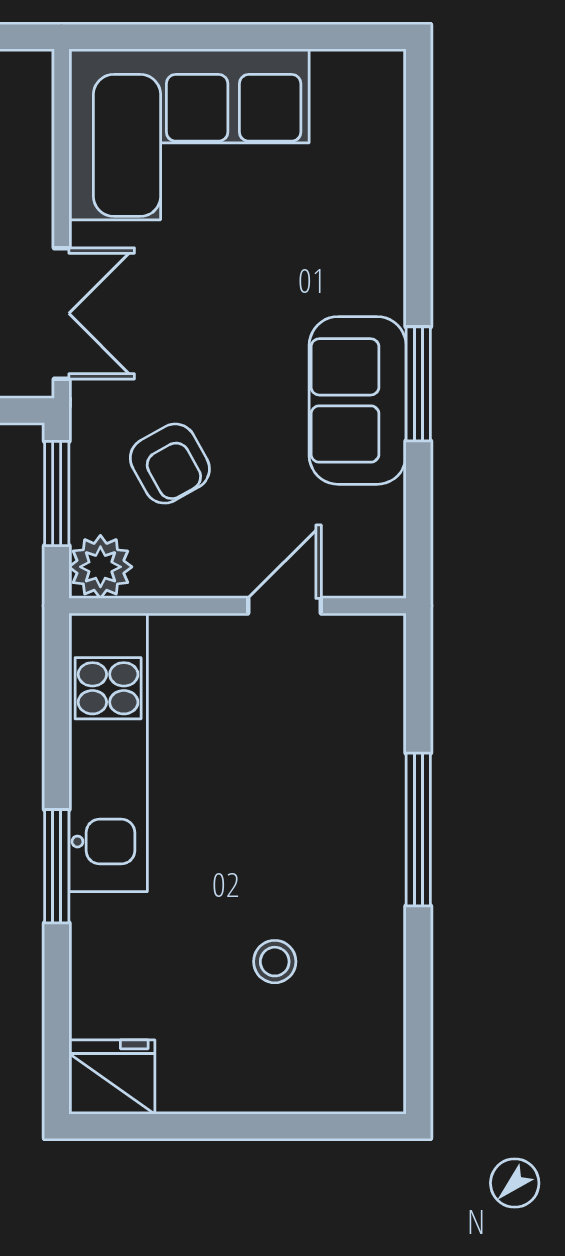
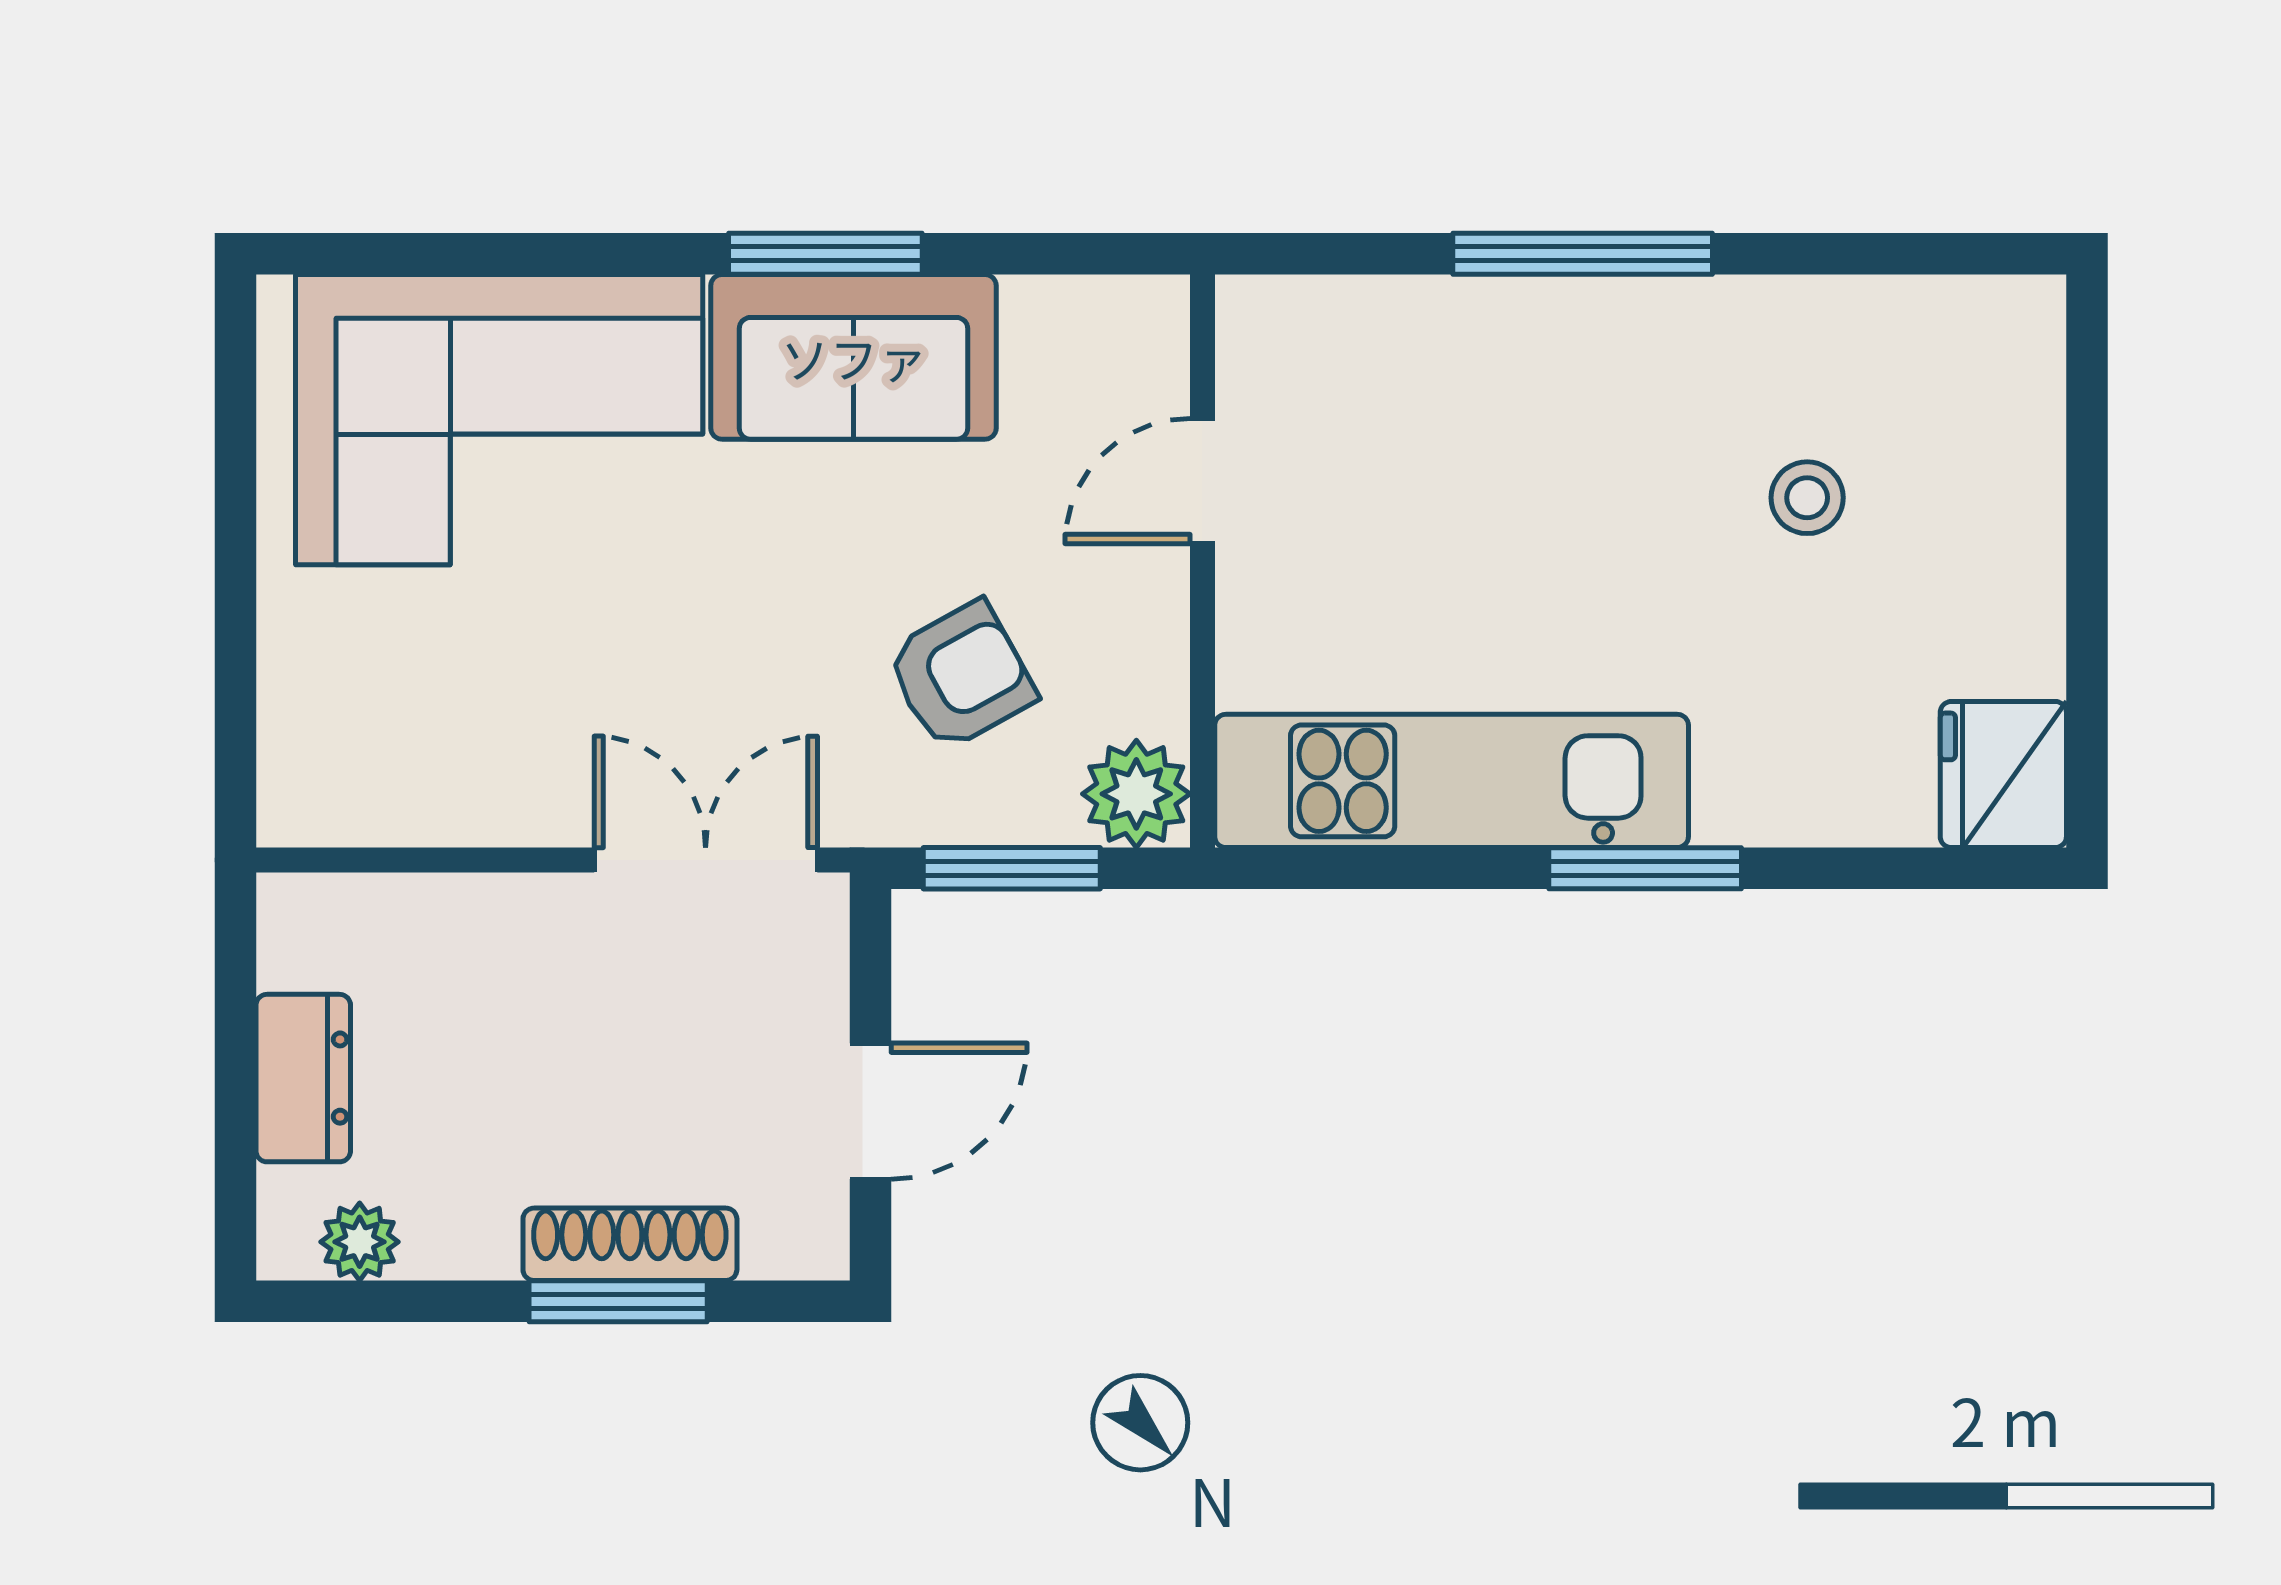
corner sofa: (189, 134) -> (499, 420), moved, turned 90
door: (284, 606) -> (1202, 481), hinge flipped

